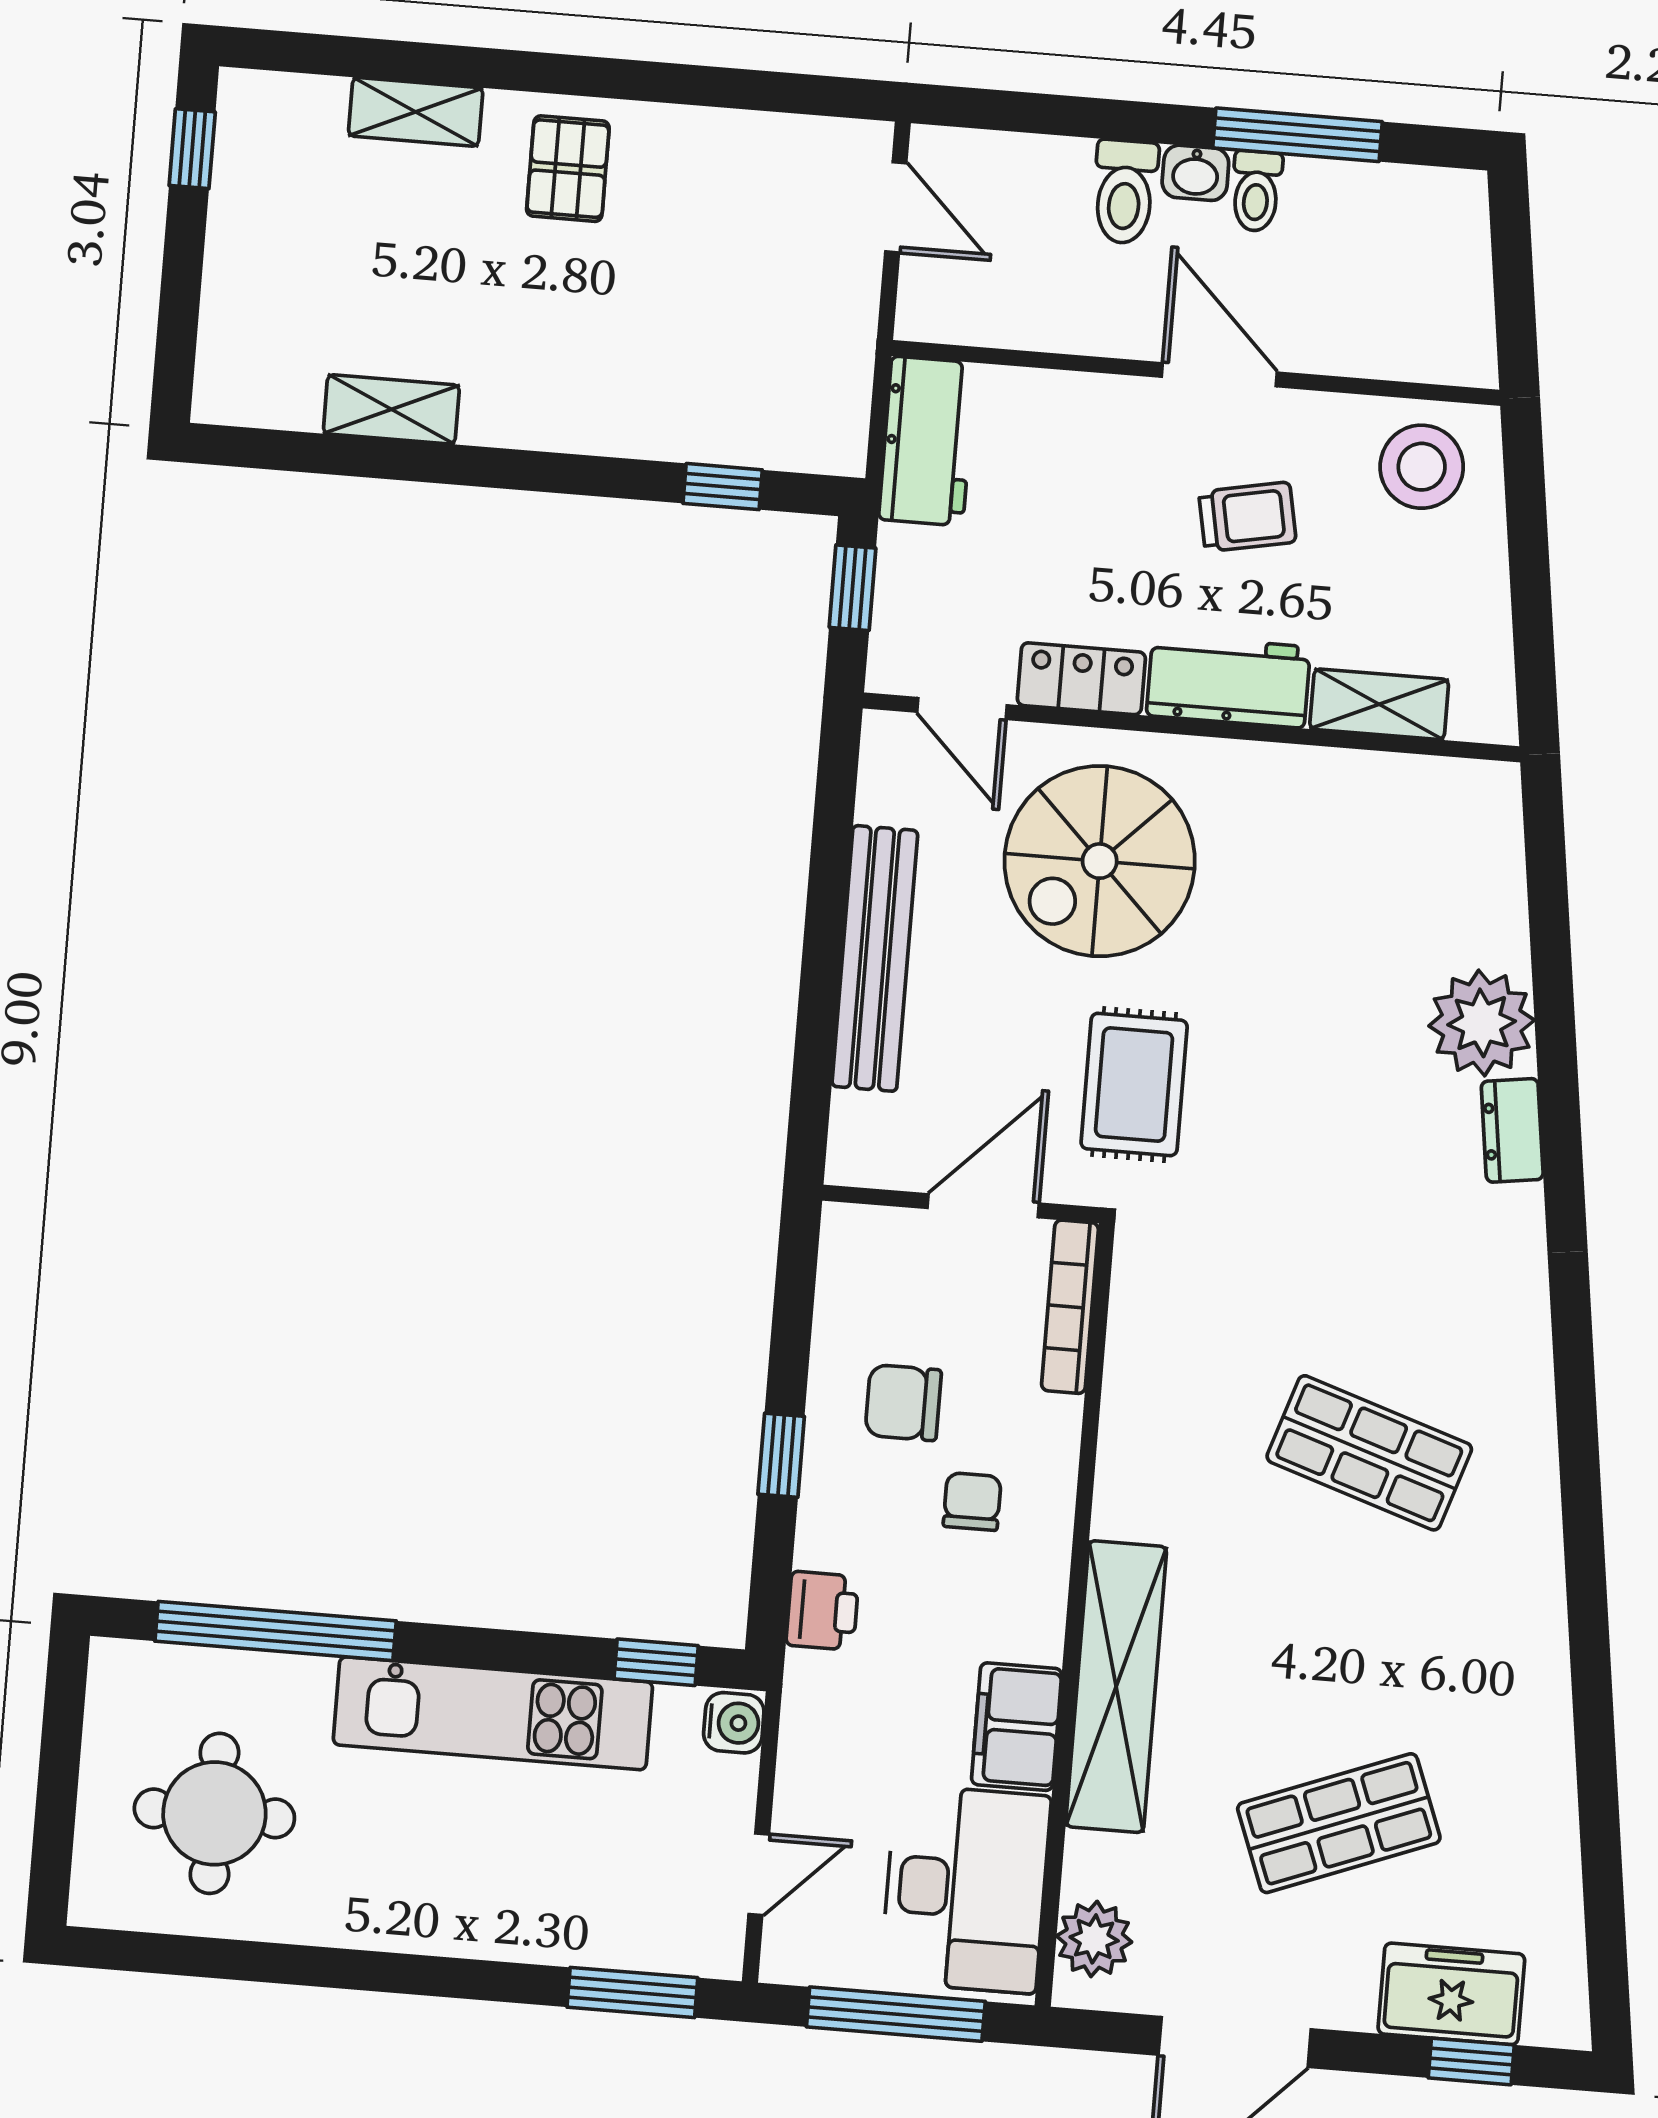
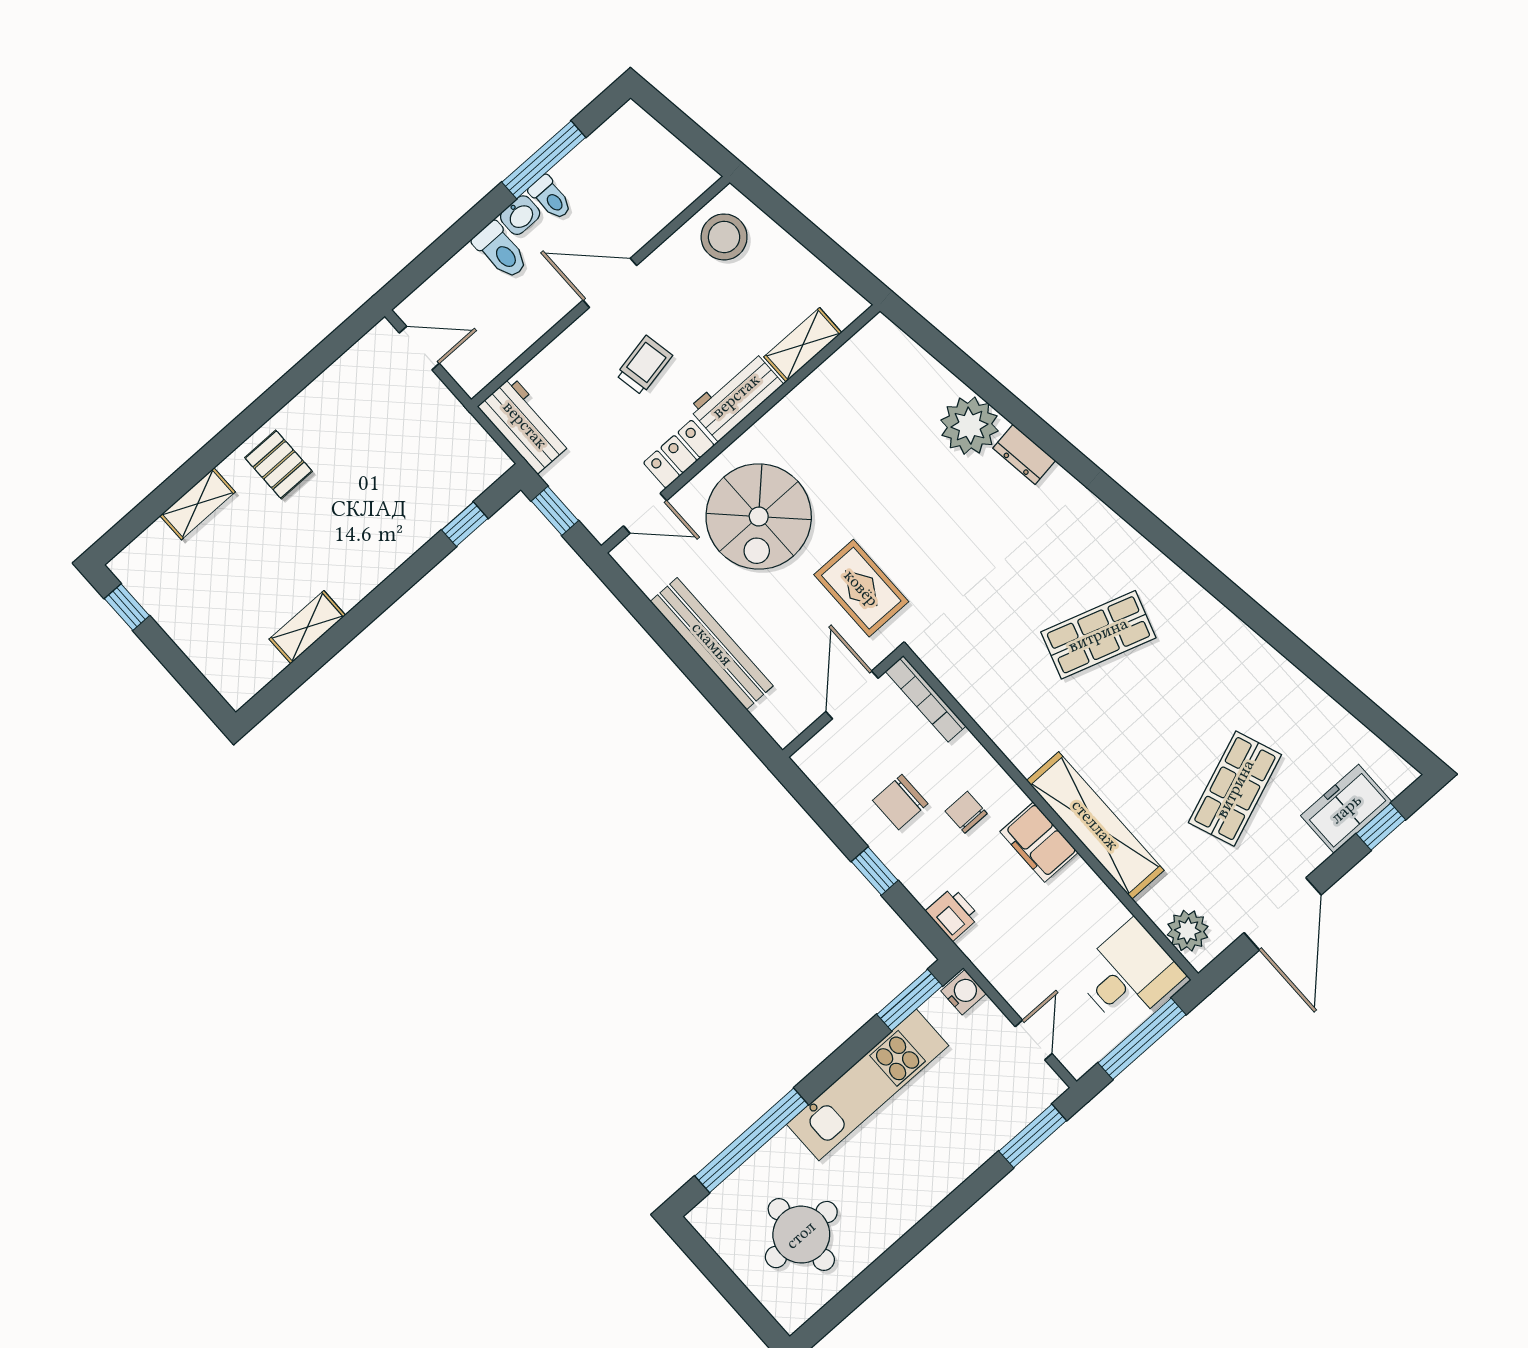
trolley: (1247, 517) -> (644, 365), moved
window: (656, 1662) -> (910, 1000), width x1.50
filing cabinet: (1017, 1727) -> (1039, 842), moved
desk: (966, 1889) -> (1129, 974), width x0.73

